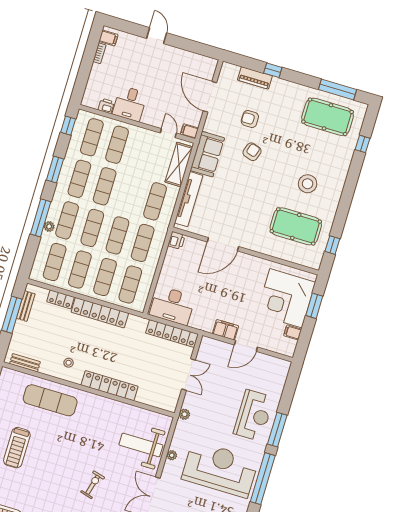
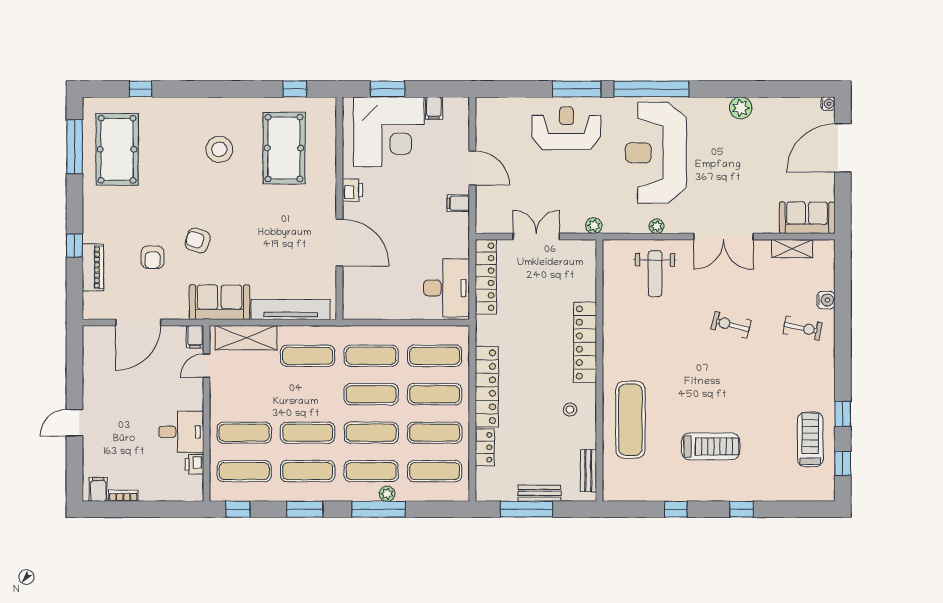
printer: (176, 240) -> (353, 190), moved, turned 90
bench: (26, 306) -> (539, 493), moved
filing cabinet: (226, 330) -> (458, 203), width x0.50
weight bench: (141, 445) -> (655, 274), width x0.73, depth x0.75

